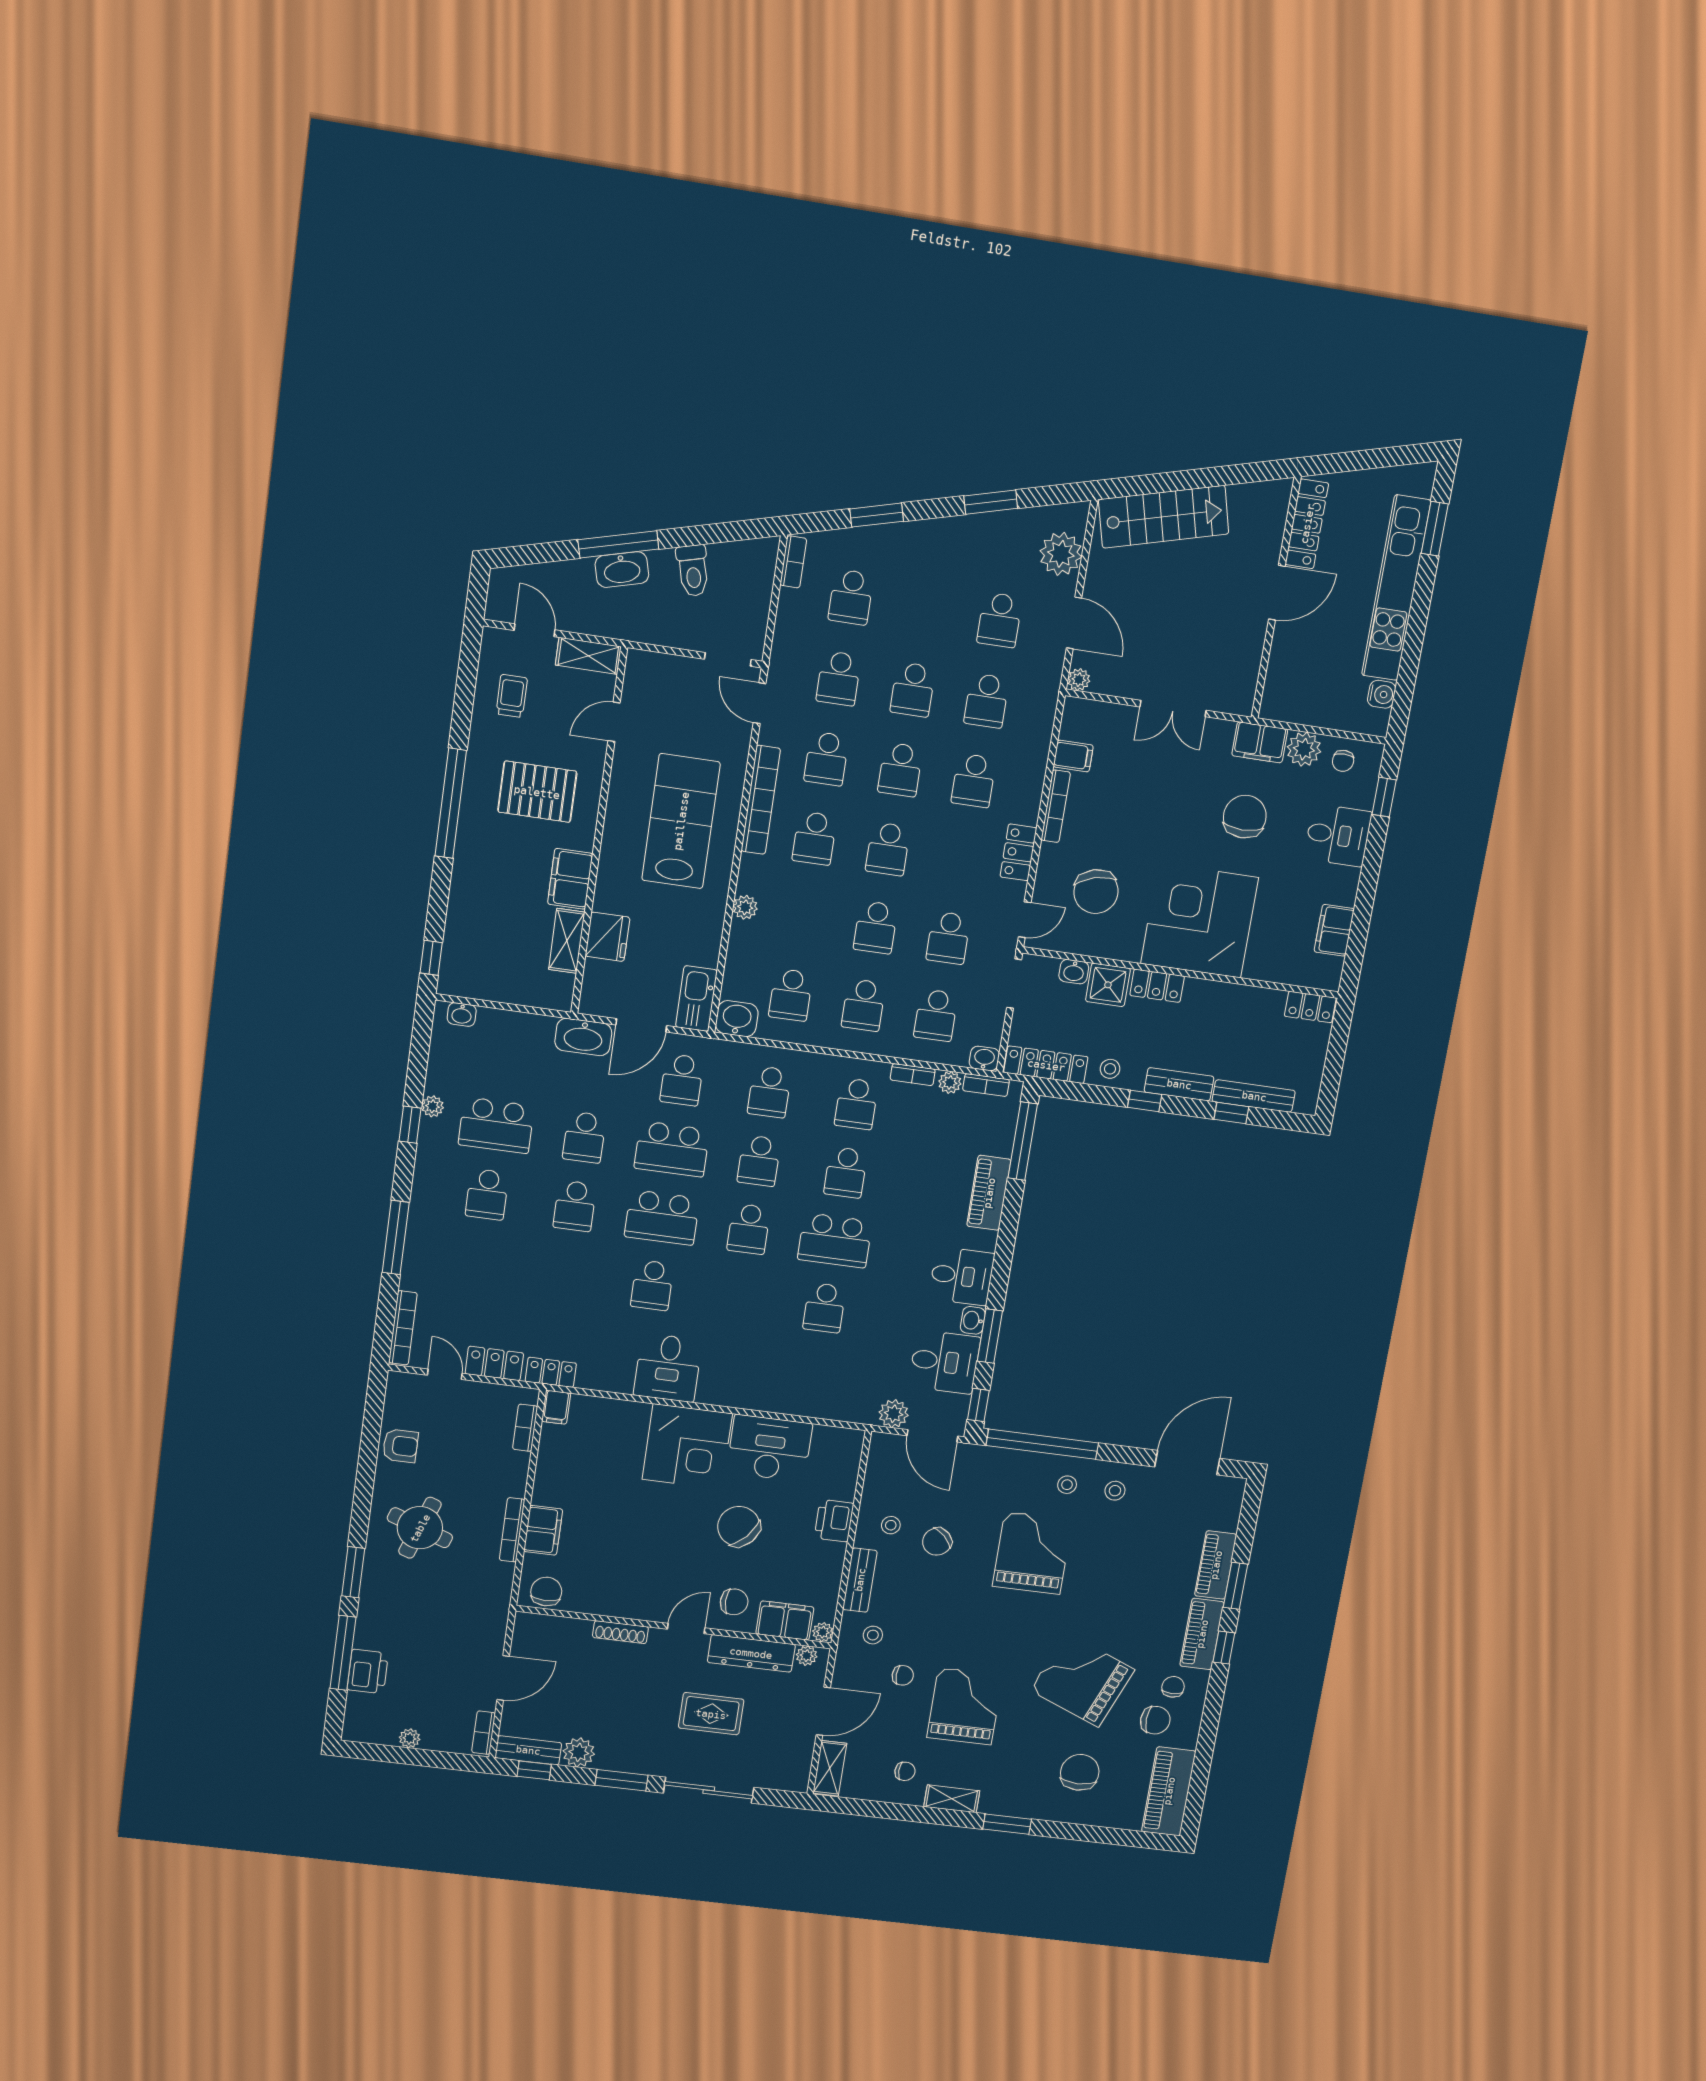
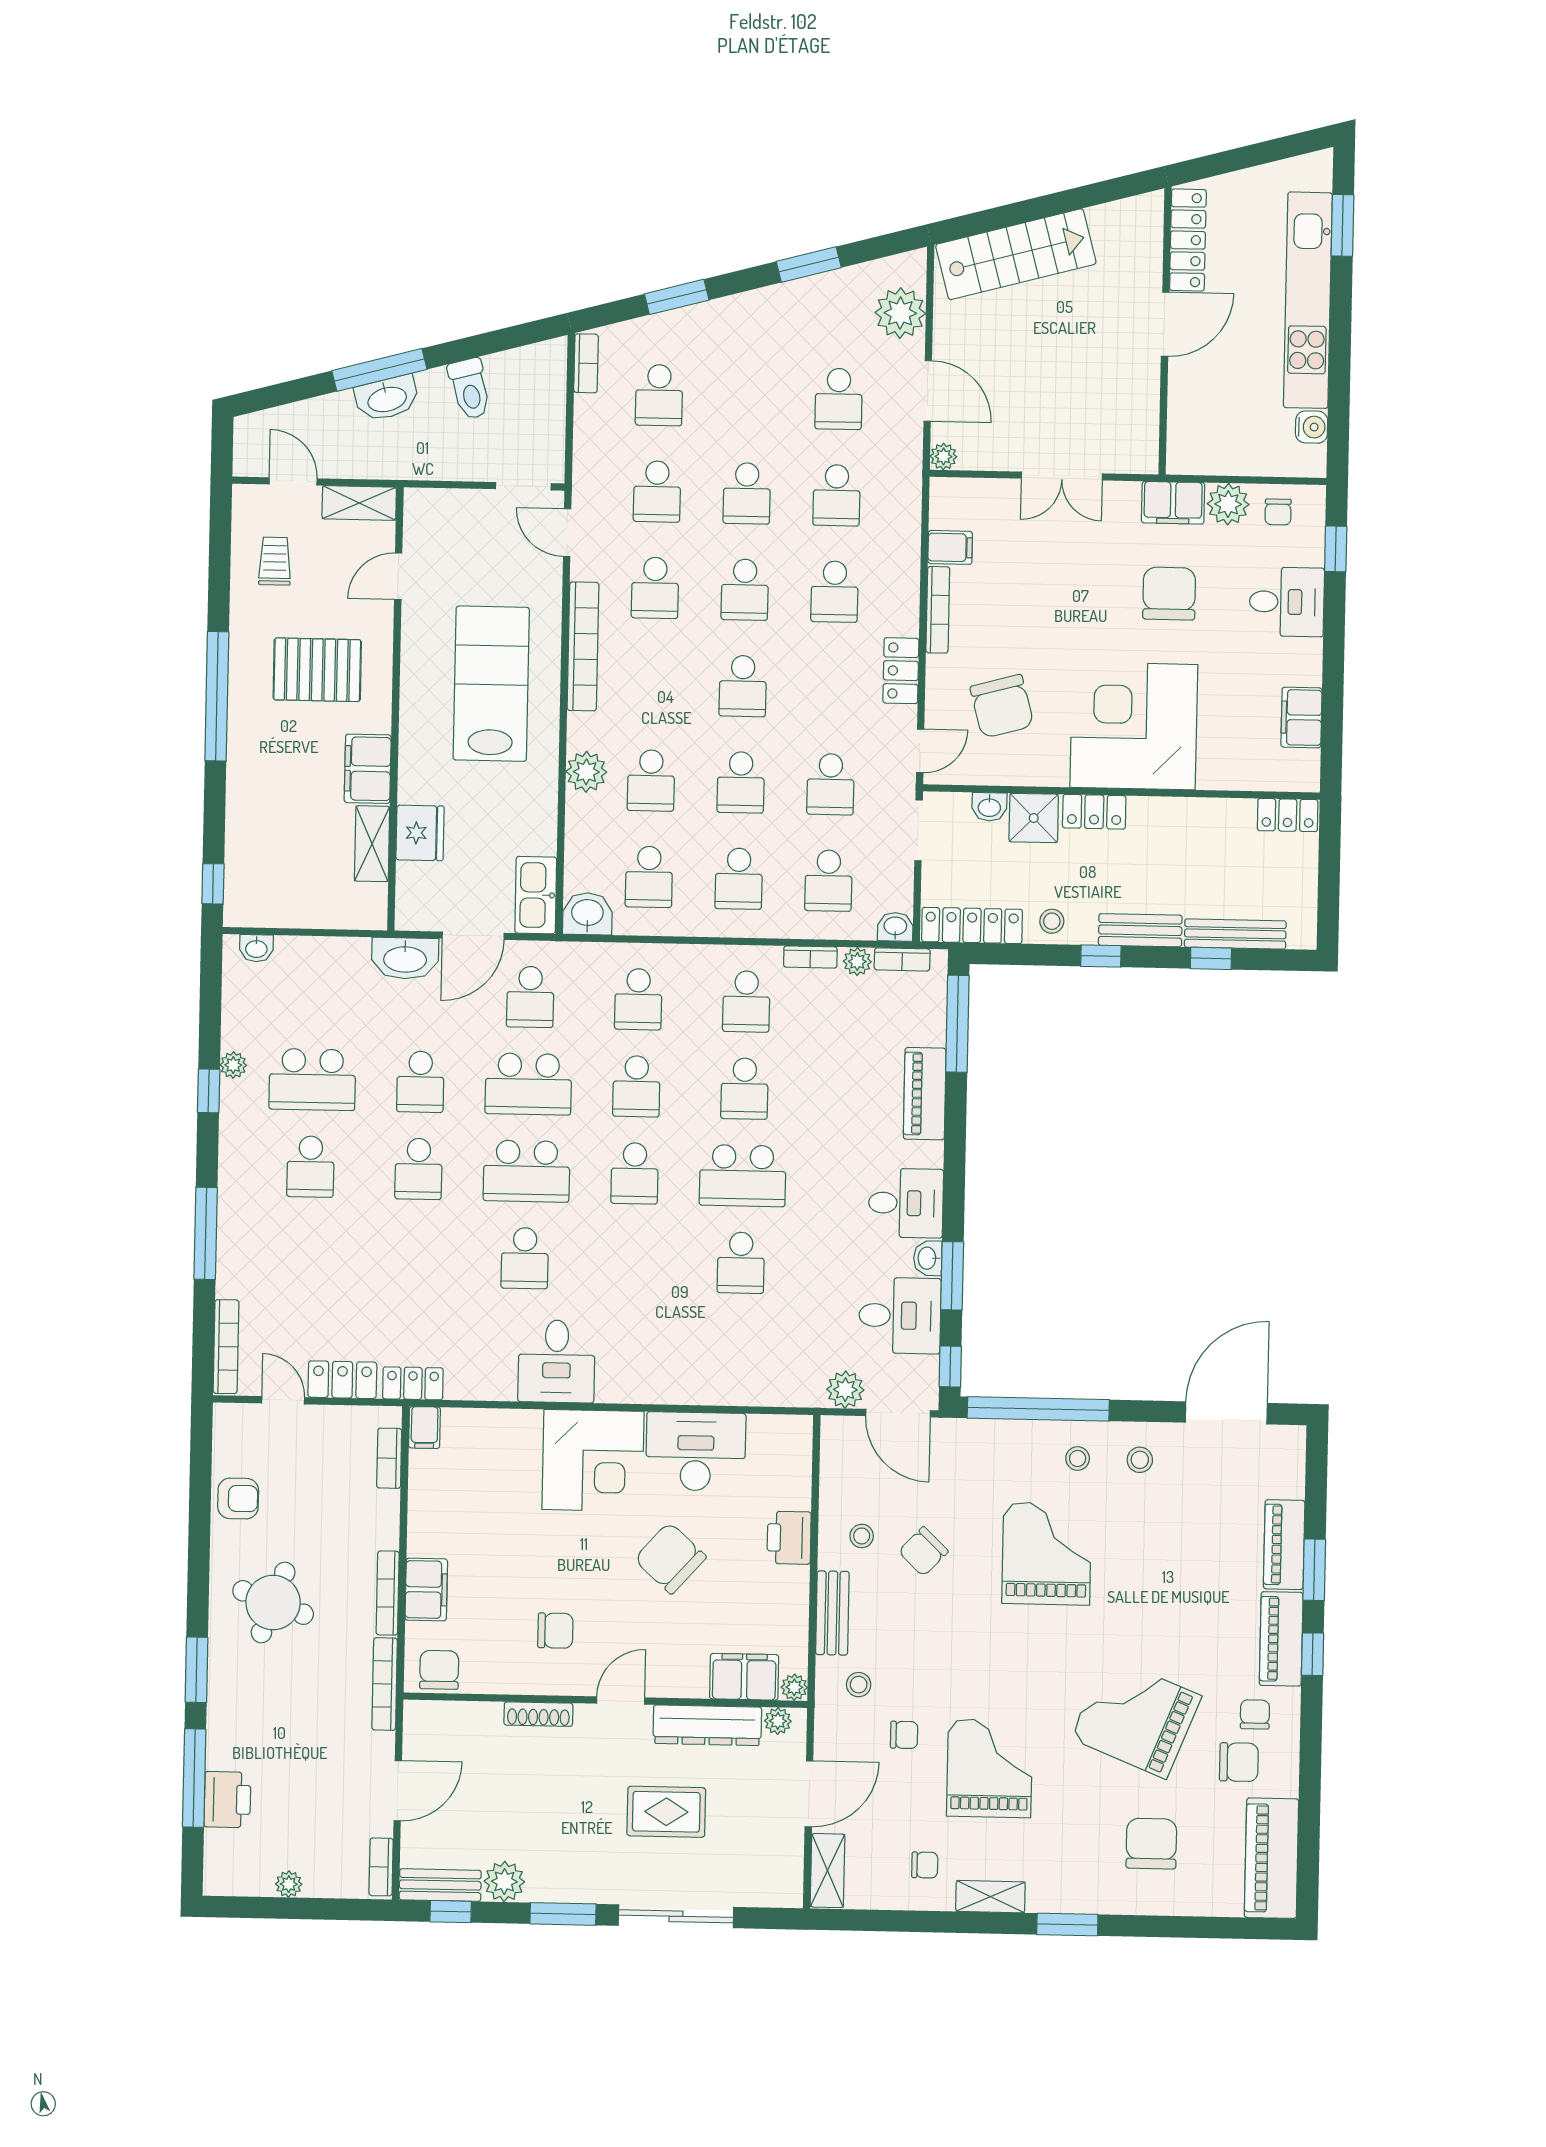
school desk: (814, 838) -> (651, 780), moved
plant: (745, 907) -> (586, 772), width x1.38, depth x1.38
bookcase: (502, 1598) -> (385, 1684), added
chair: (734, 1602) -> (555, 1631), moved

